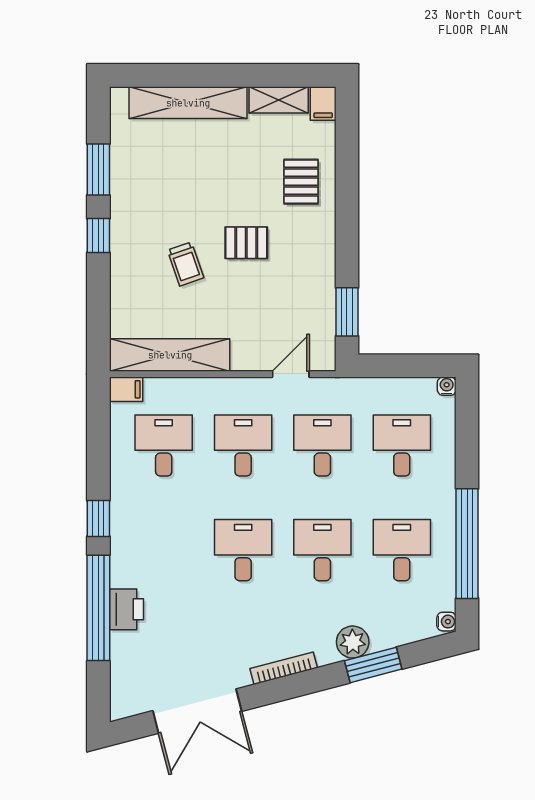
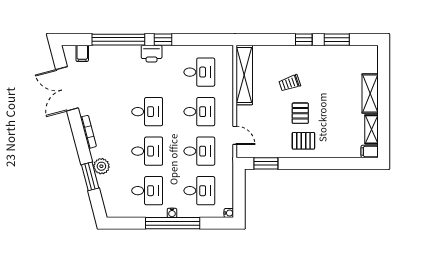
shelving: (188, 103) -> (370, 94), width x0.68
pallet: (301, 182) -> (303, 141), moved
filing cabinet: (126, 389) -> (82, 53), moved
window: (467, 544) -> (173, 223), moved
printer: (127, 609) -> (152, 54), moved
water cooler: (446, 622) -> (172, 213), moved

